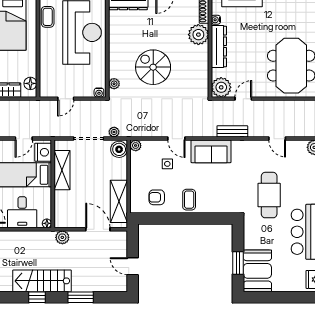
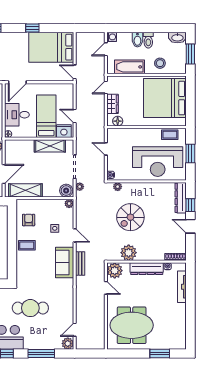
plant: (198, 35) -> (129, 253), moved
spiral stairs: (153, 67) -> (130, 217), turned 180
bench: (232, 131) -> (80, 264), moved
door: (176, 139) -> (75, 235), swing flipped
door: (277, 139) -> (75, 330), moved

